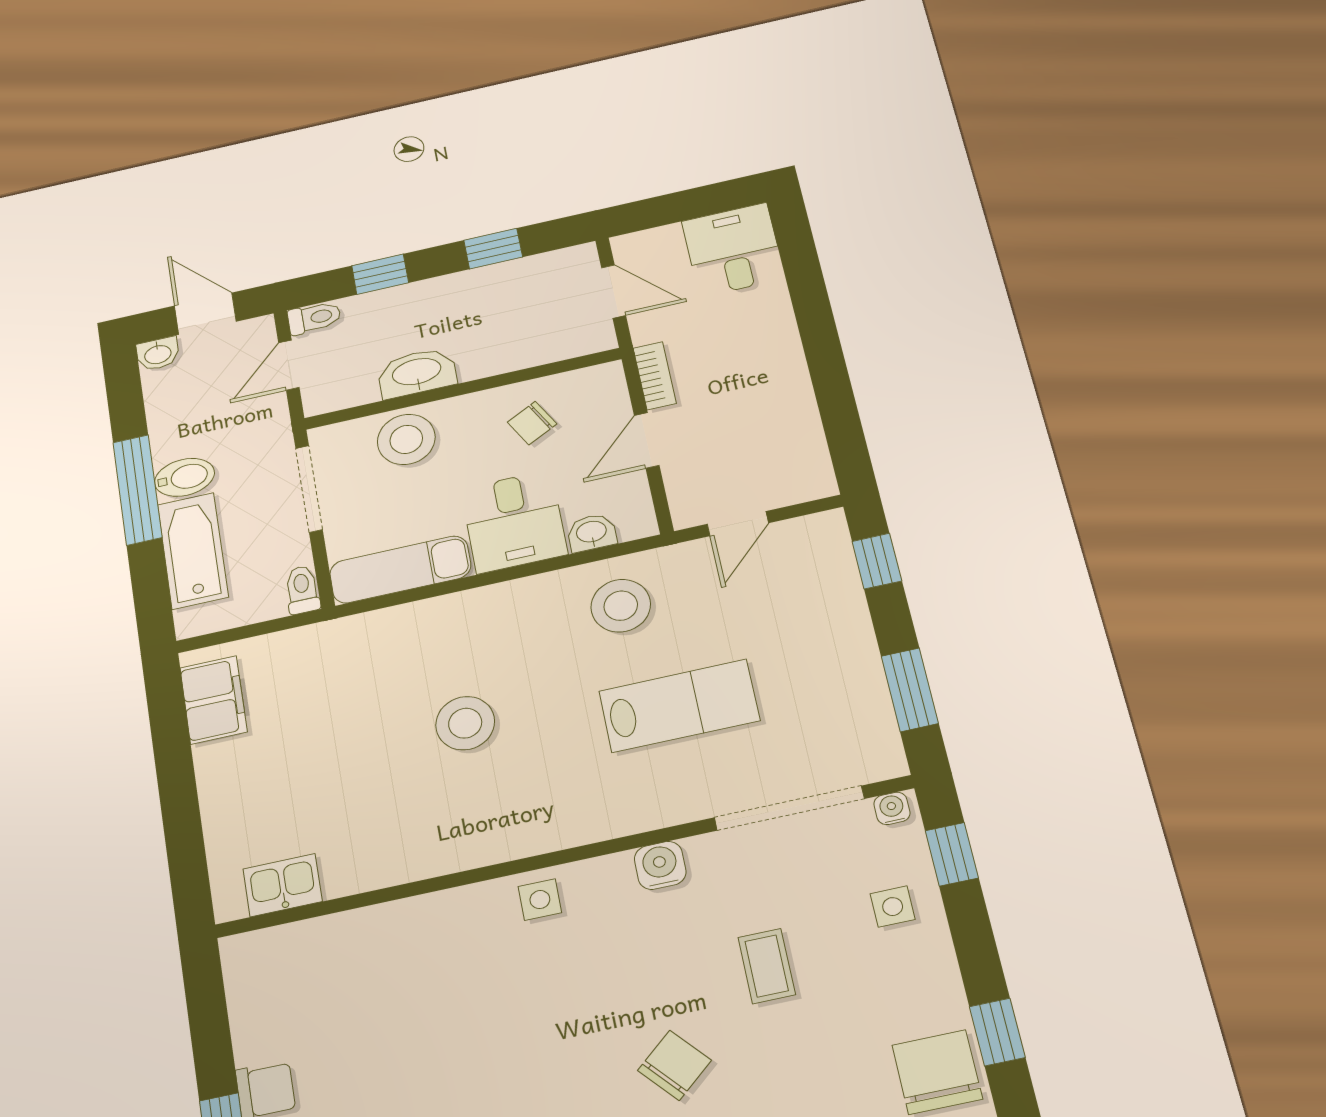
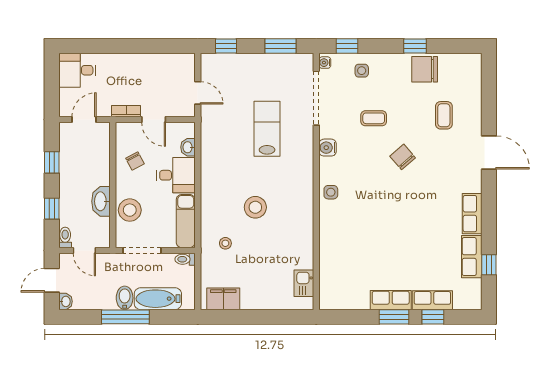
stool: (621, 606) -> (225, 243), moved, width x0.53, depth x0.53

